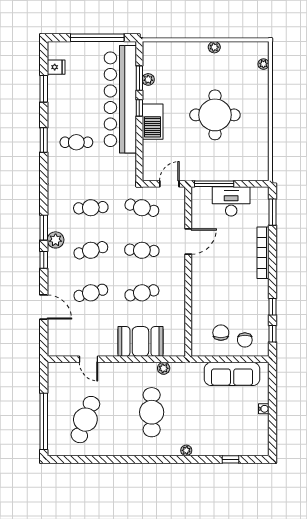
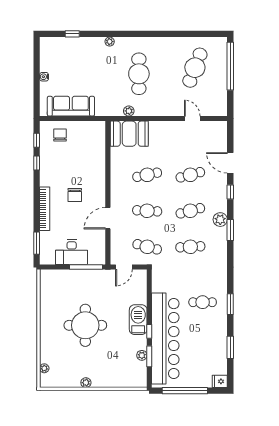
fridge: (56, 67) -> (220, 381), moved
window: (44, 260) -> (230, 192), moved
chair: (221, 333) -> (75, 195), moved
booth: (140, 341) -> (129, 134), moved

